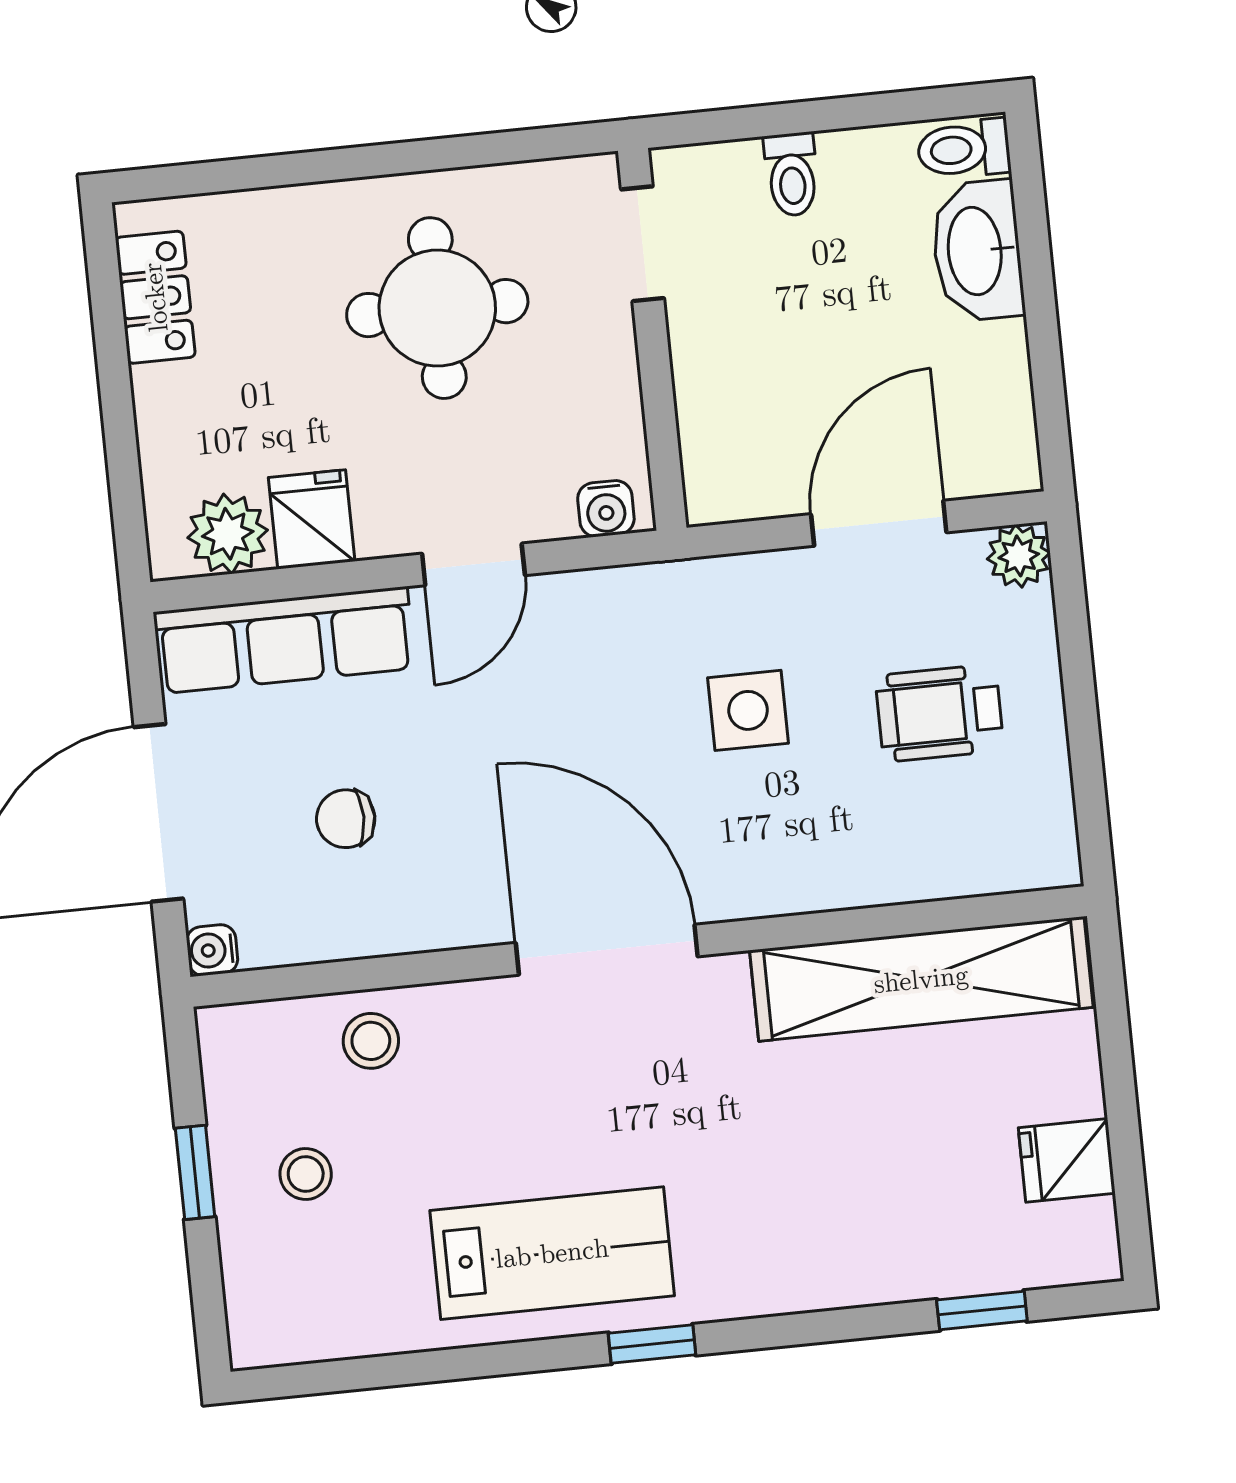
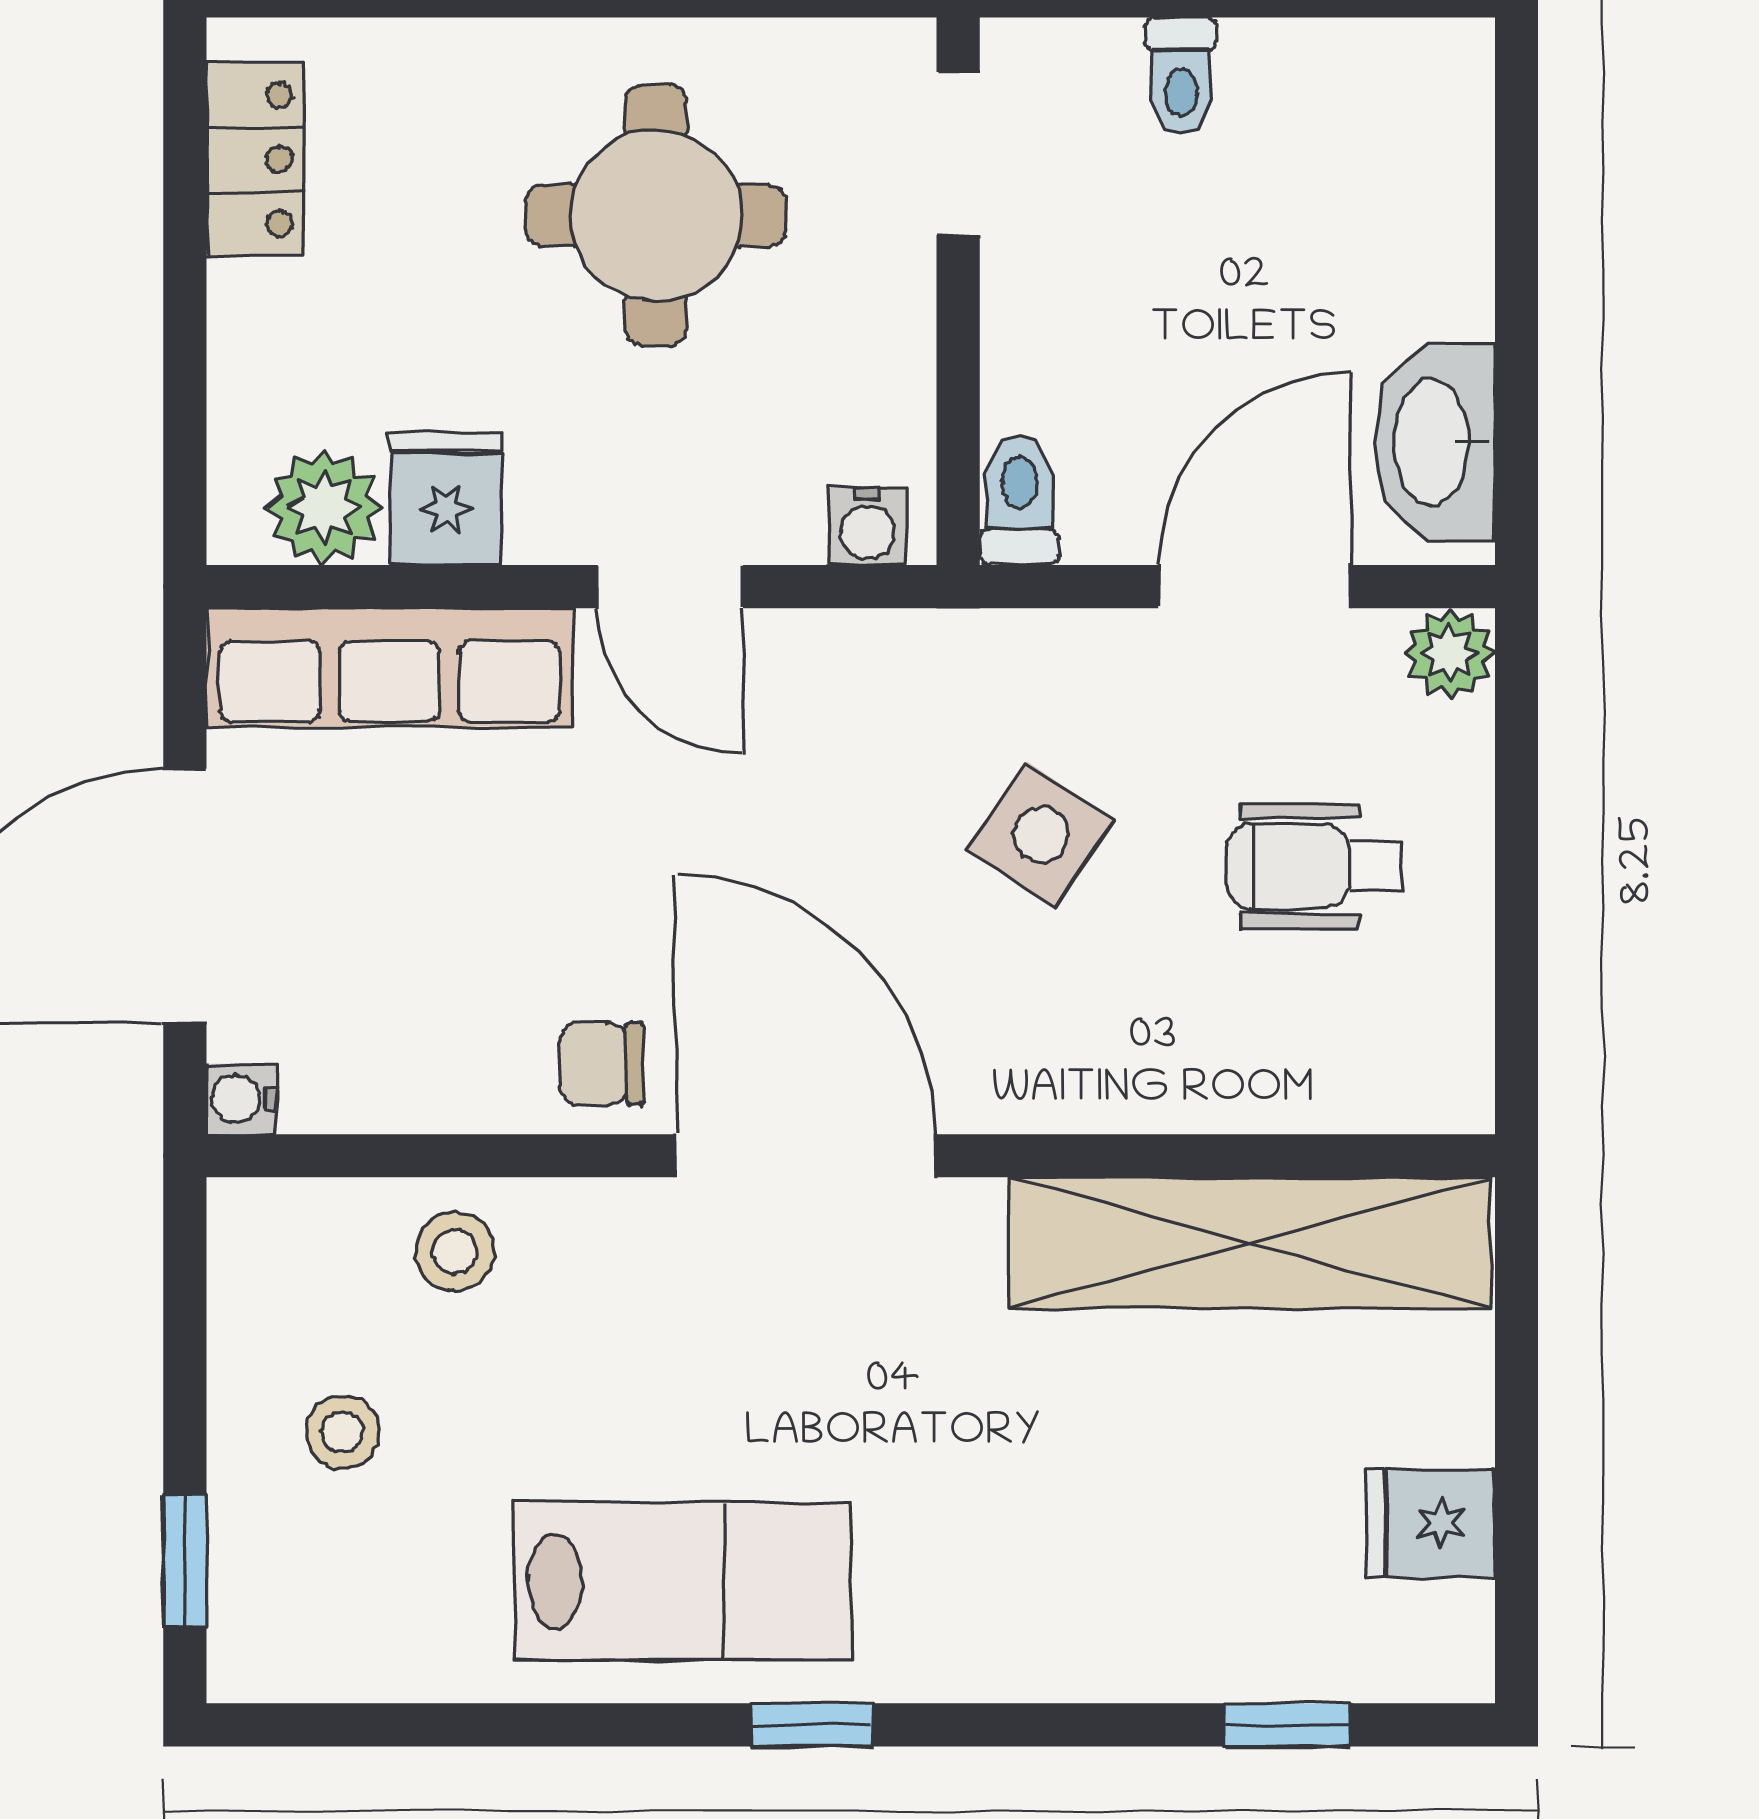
toilet: (964, 149) -> (1019, 500), moved, turned 90
washbasin: (977, 251) -> (1435, 442), moved
door: (473, 564) -> (670, 587), hinge flipped
side table: (748, 710) -> (1041, 835), turned 34
chair: (346, 819) -> (602, 1064), moved
window: (195, 1172) -> (185, 1561), moved

